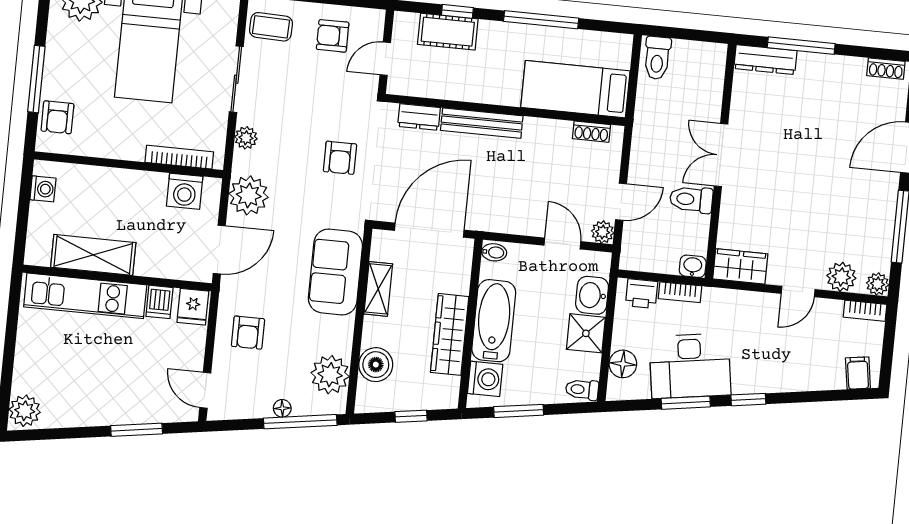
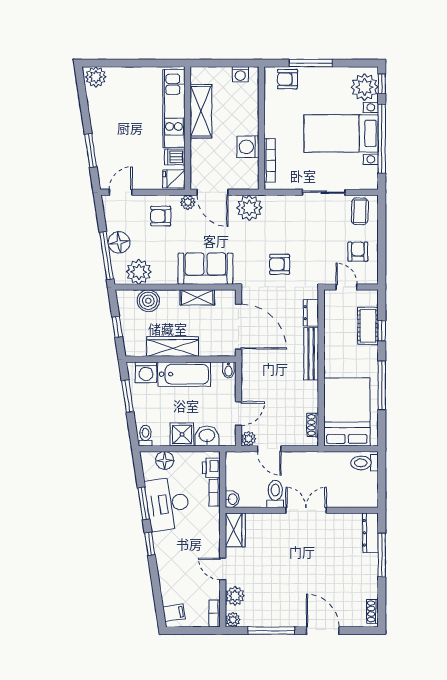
bed: (575, 89) -> (347, 412), width x1.50
plant: (246, 138) -> (188, 202), moved
washing machine: (185, 191) -> (248, 147), moved
floor lamp: (282, 408) -> (119, 242), width x1.89, depth x1.89

